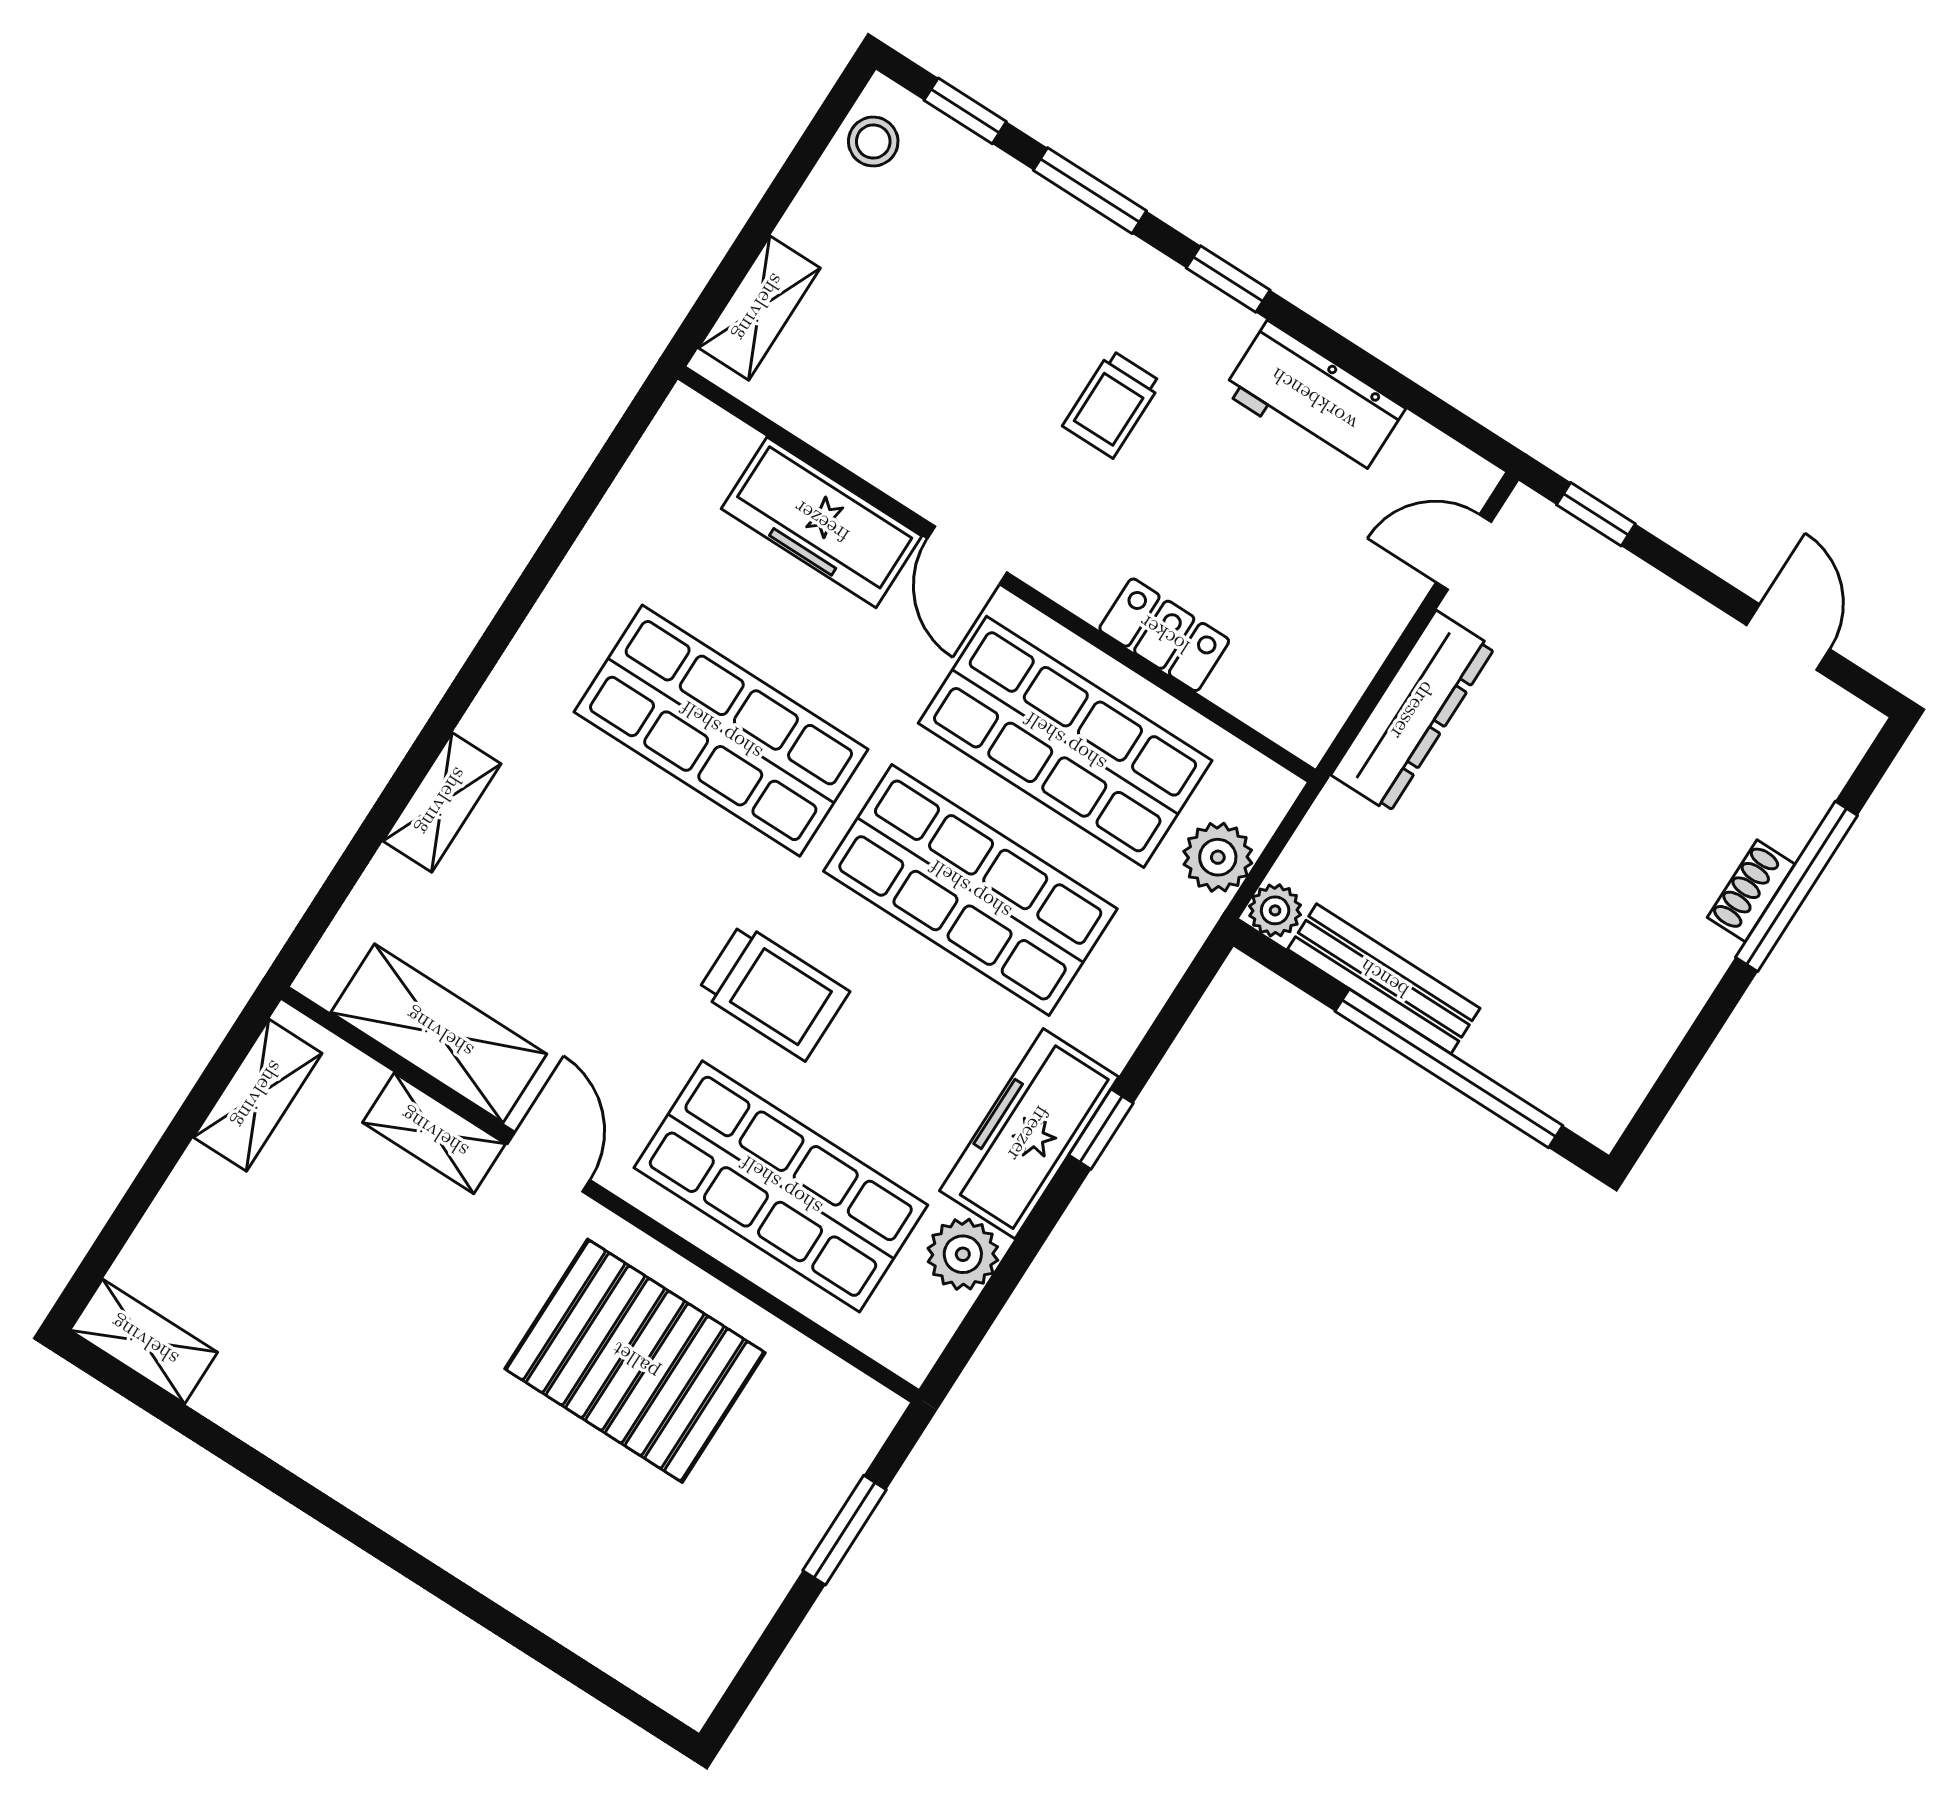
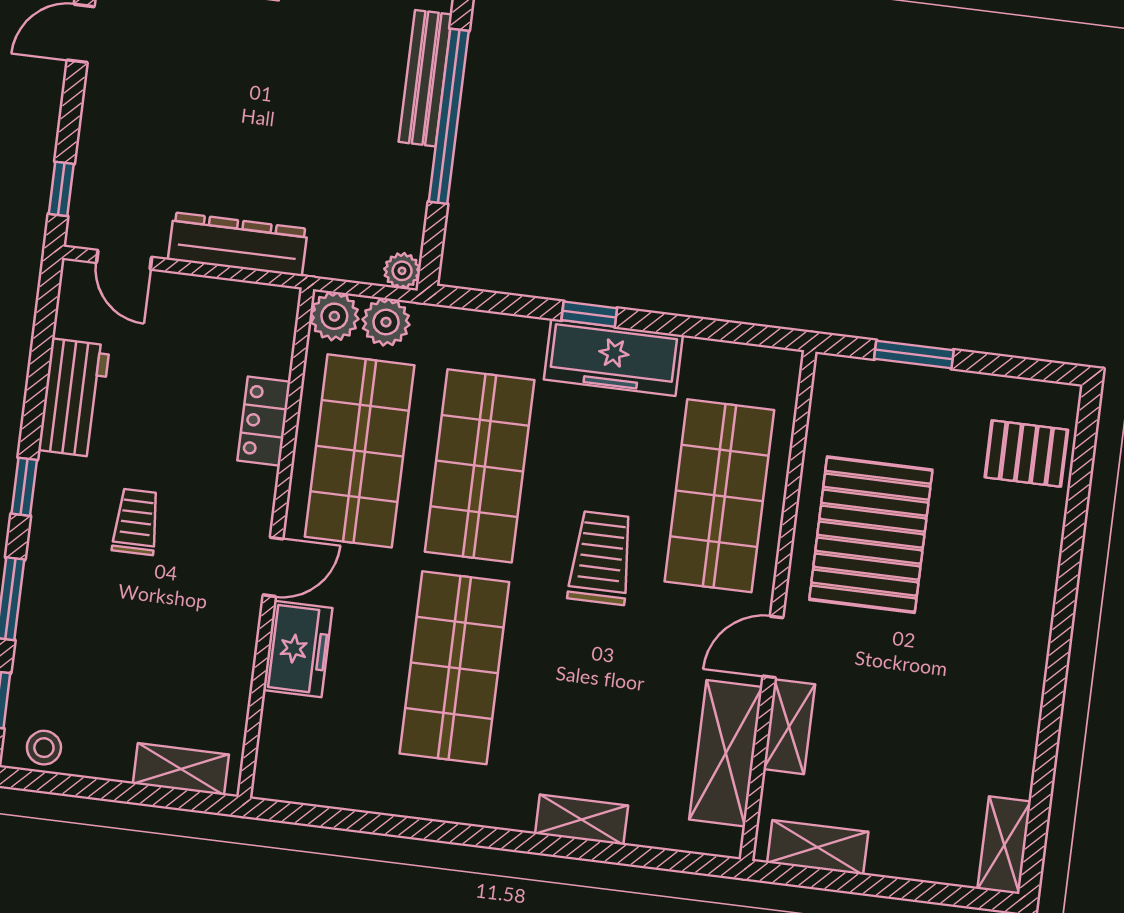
trolley: (1112, 404) -> (136, 522), turned -90
freezer: (821, 522) -> (298, 649), width x0.71
bench: (1384, 979) -> (425, 78), moved
plant: (963, 1254) -> (334, 316), moved
pallet: (644, 1616) -> (1026, 454), added

